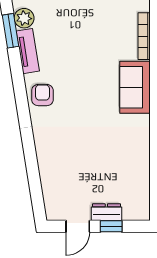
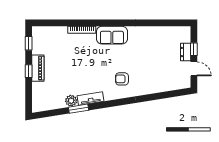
armchair: (42, 95) -> (122, 79), moved

